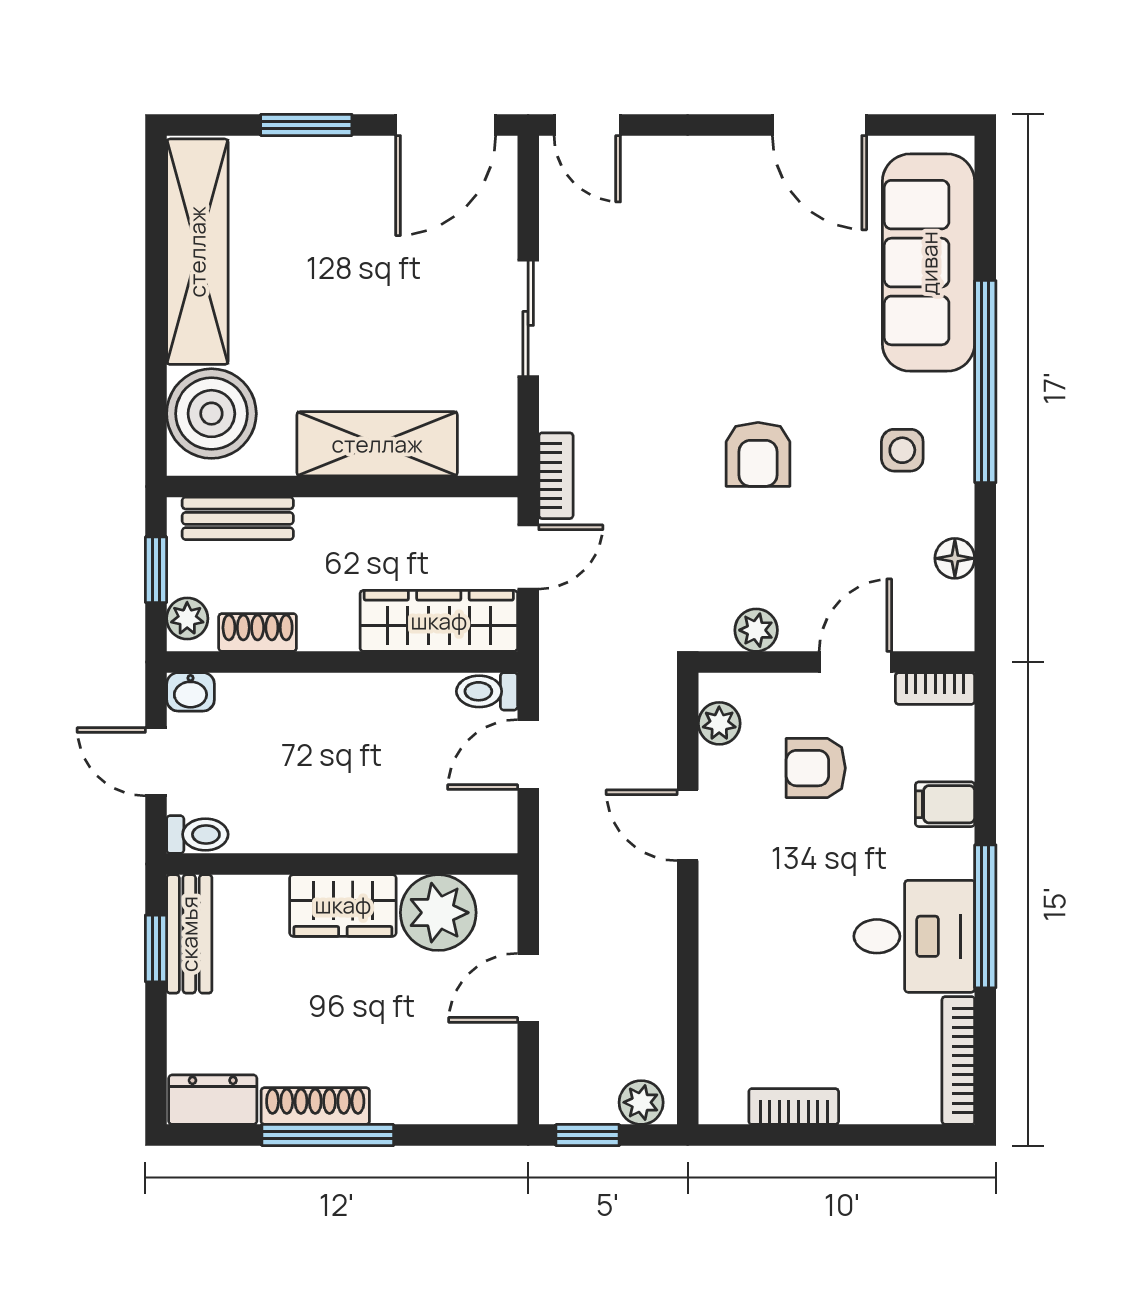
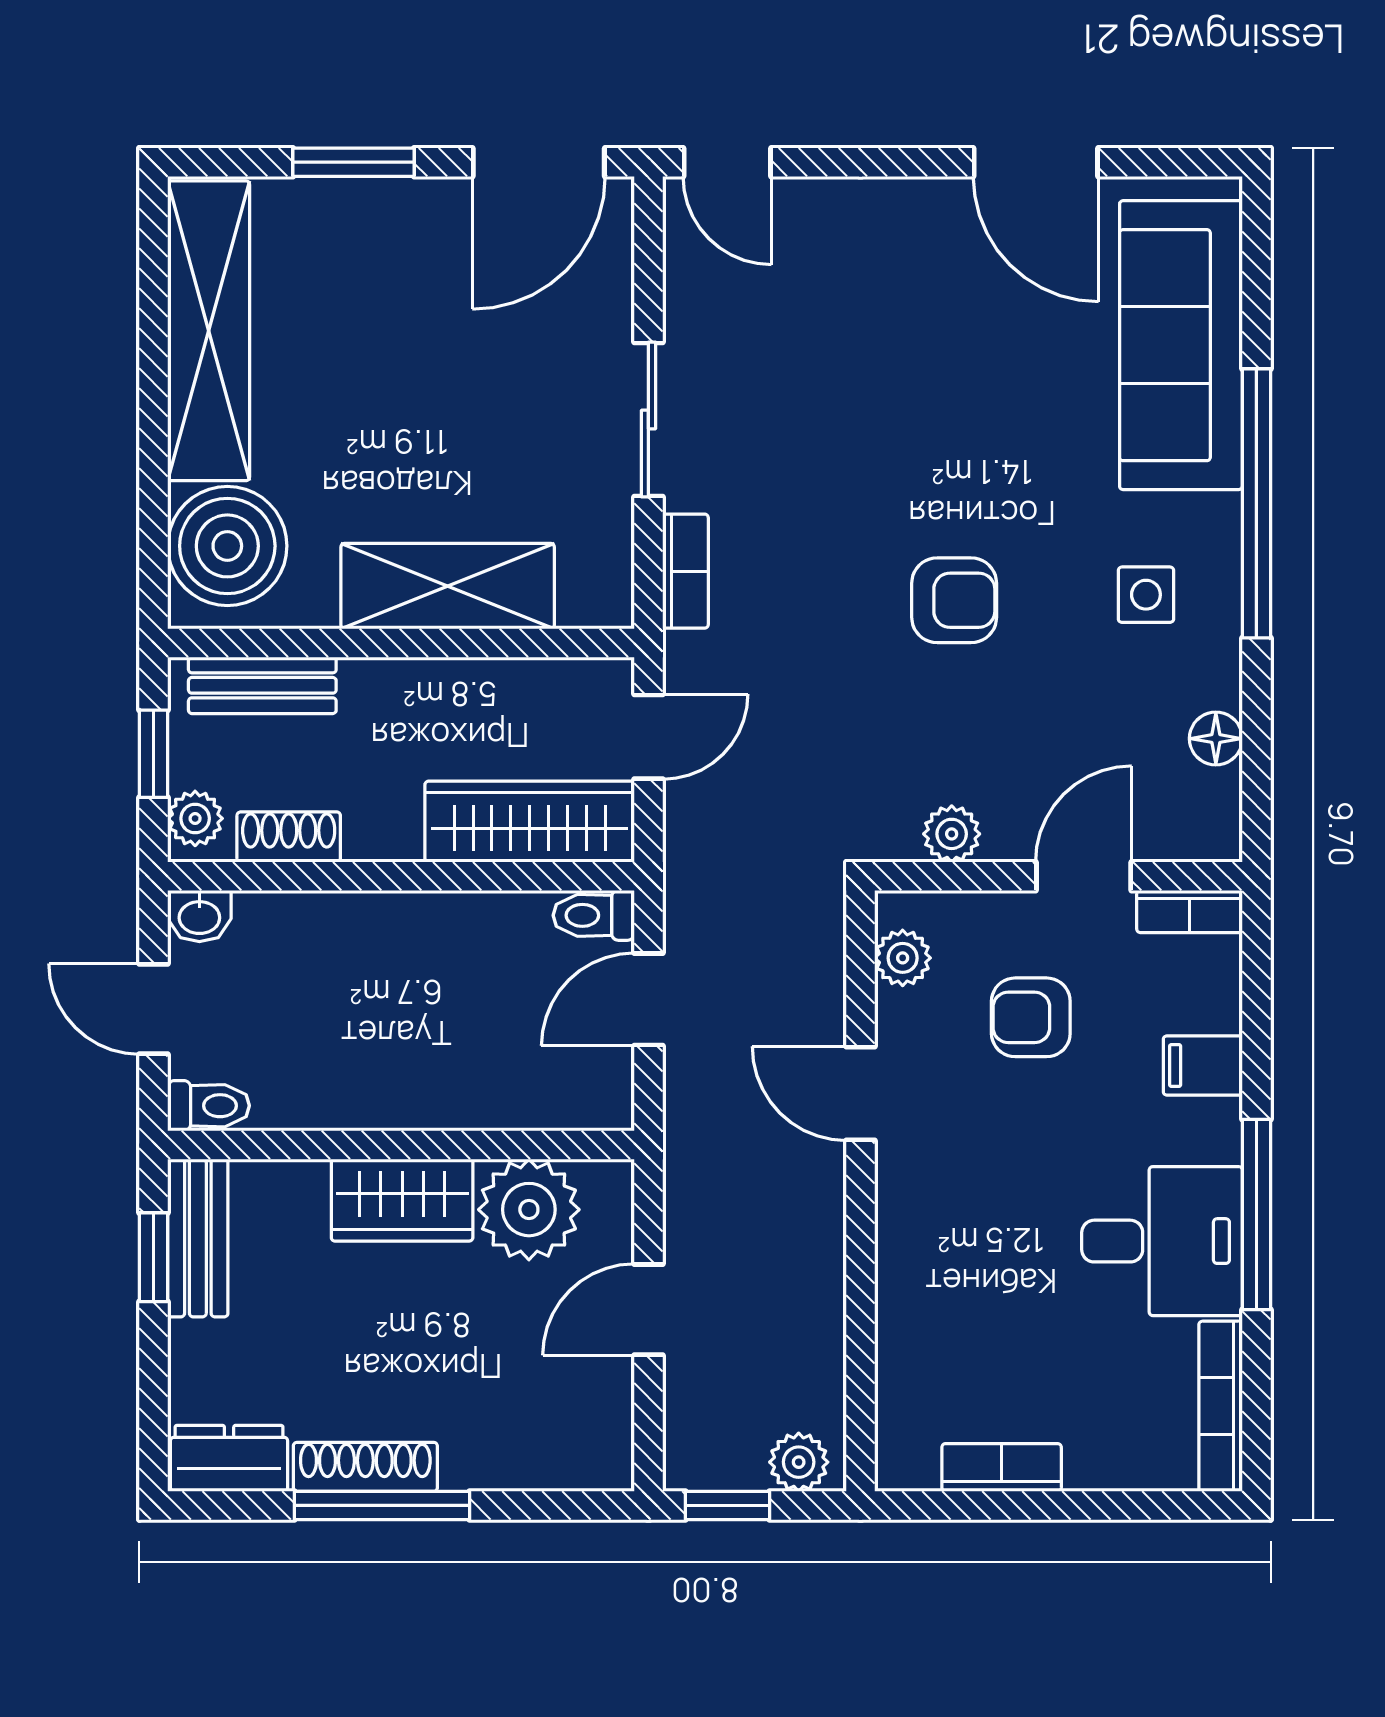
armchair: (758, 454) -> (954, 600), turned -90
bookcase: (556, 476) -> (685, 571), moved

